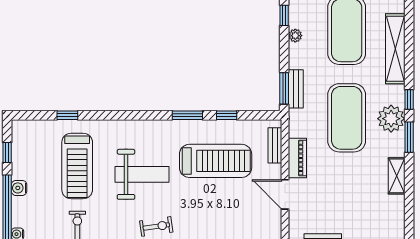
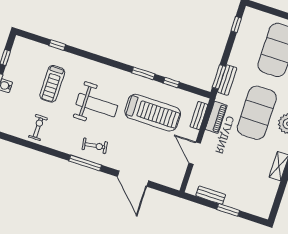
plant: (295, 36) -> (239, 42), removed
piano: (297, 158) -> (216, 117), moved
treadmill: (77, 166) -> (52, 84), width x0.73, depth x0.73

